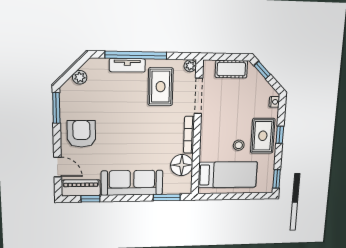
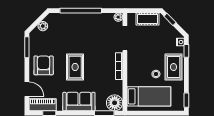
tv unit: (127, 65) -> (75, 17), removed
rug: (161, 87) -> (75, 67), moved
window: (280, 135) -> (186, 51), moved
floor lamp: (182, 165) -> (115, 103), moved
sofa: (132, 183) -> (79, 102), width x0.73

